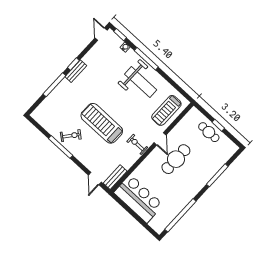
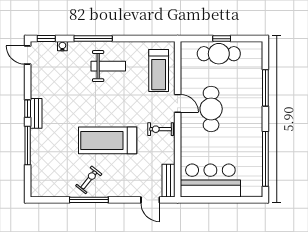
weight bench: (141, 82) -> (108, 66), width x0.73, depth x0.75
cafe table: (209, 132) -> (219, 54), width x1.37, depth x1.35

